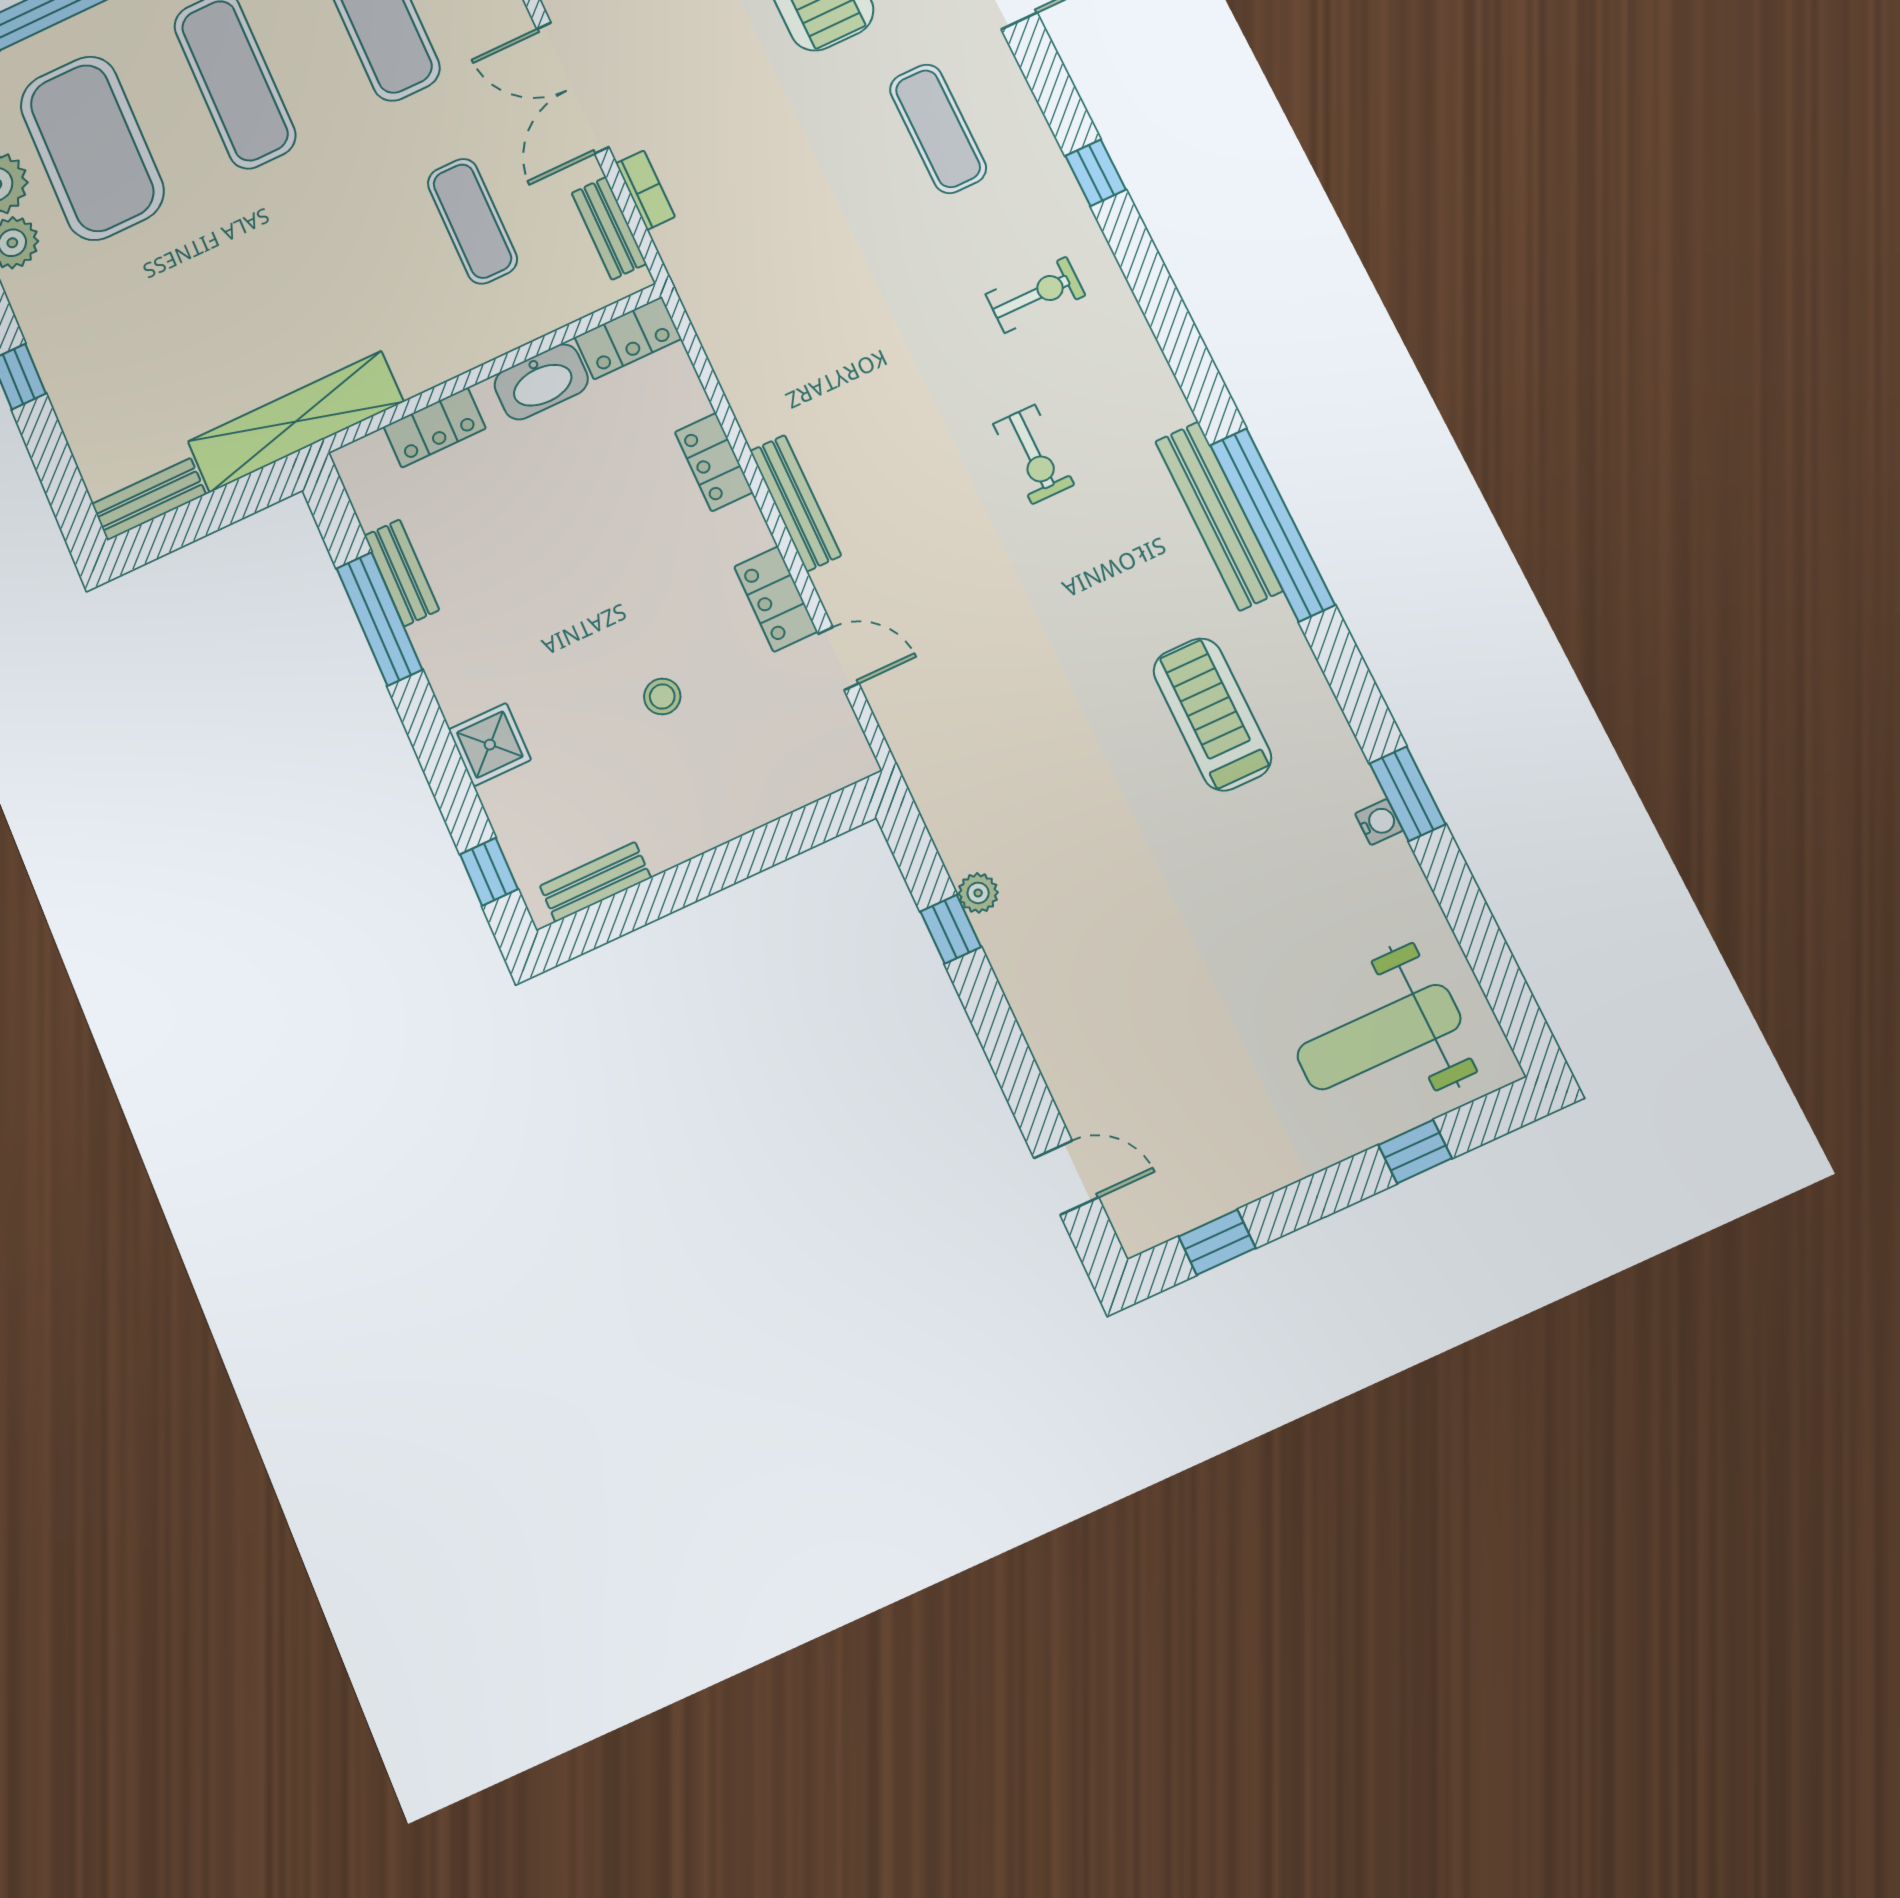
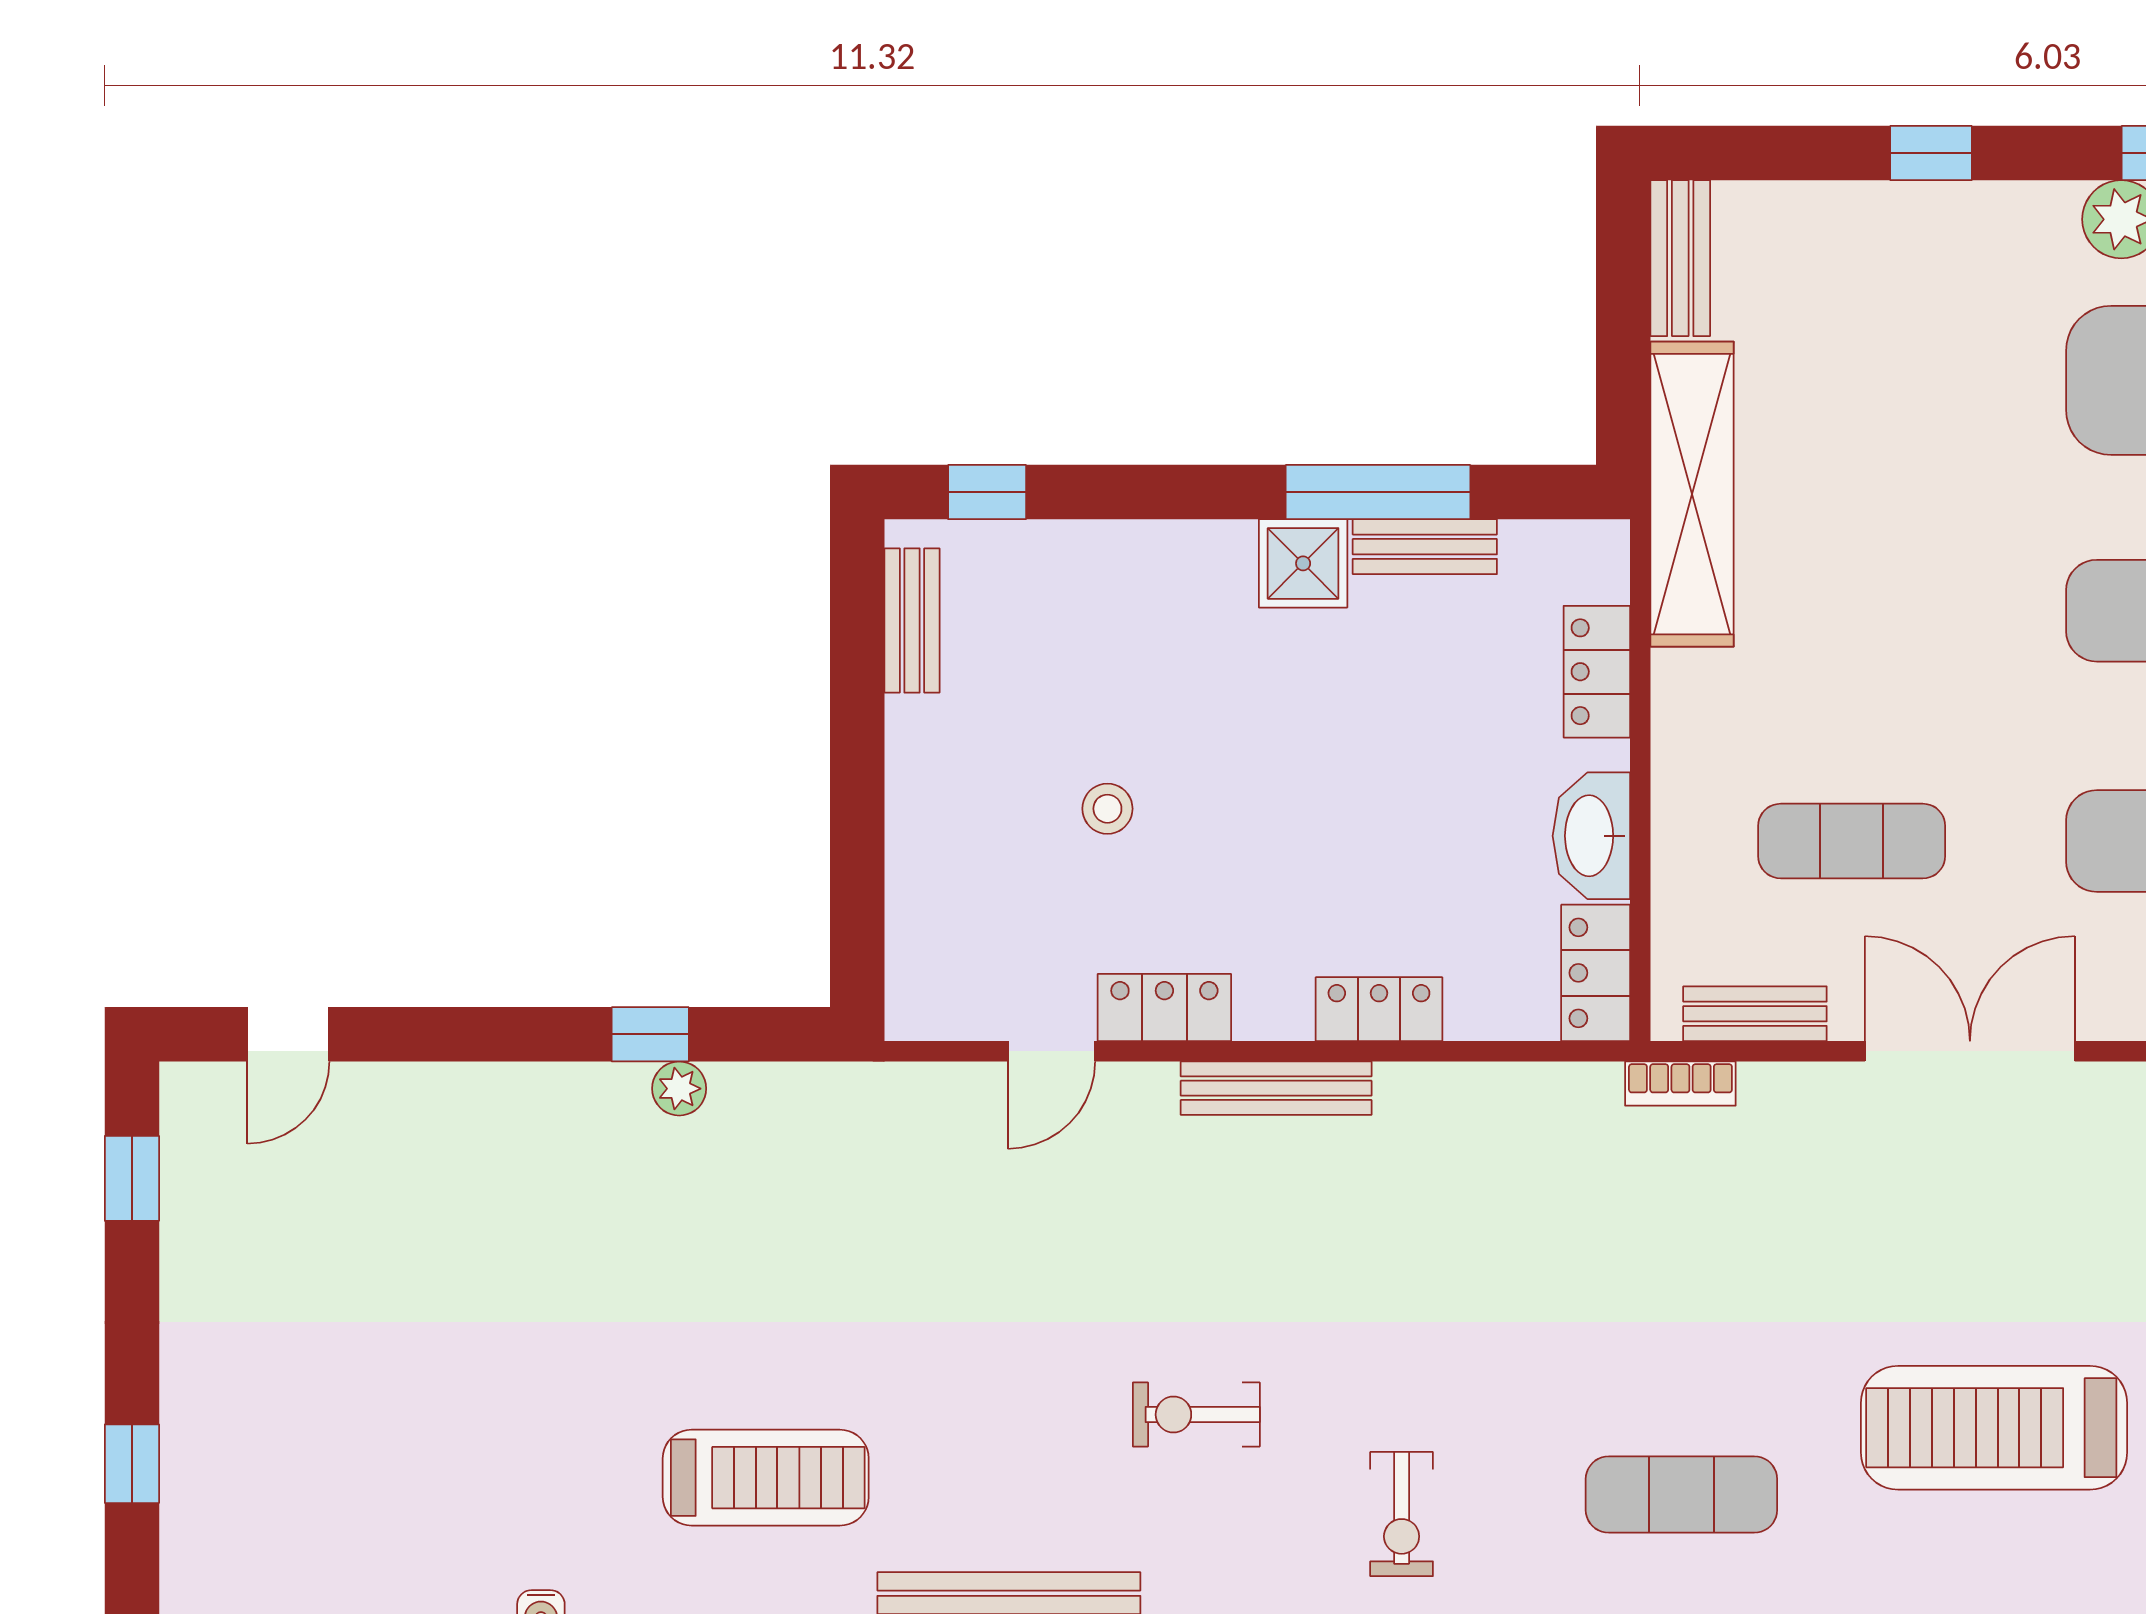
bookcase: (645, 190) -> (1680, 1084), moved
shower: (490, 745) -> (1303, 563), moved
weight bench: (1379, 1037) -> (285, 1487), removed

